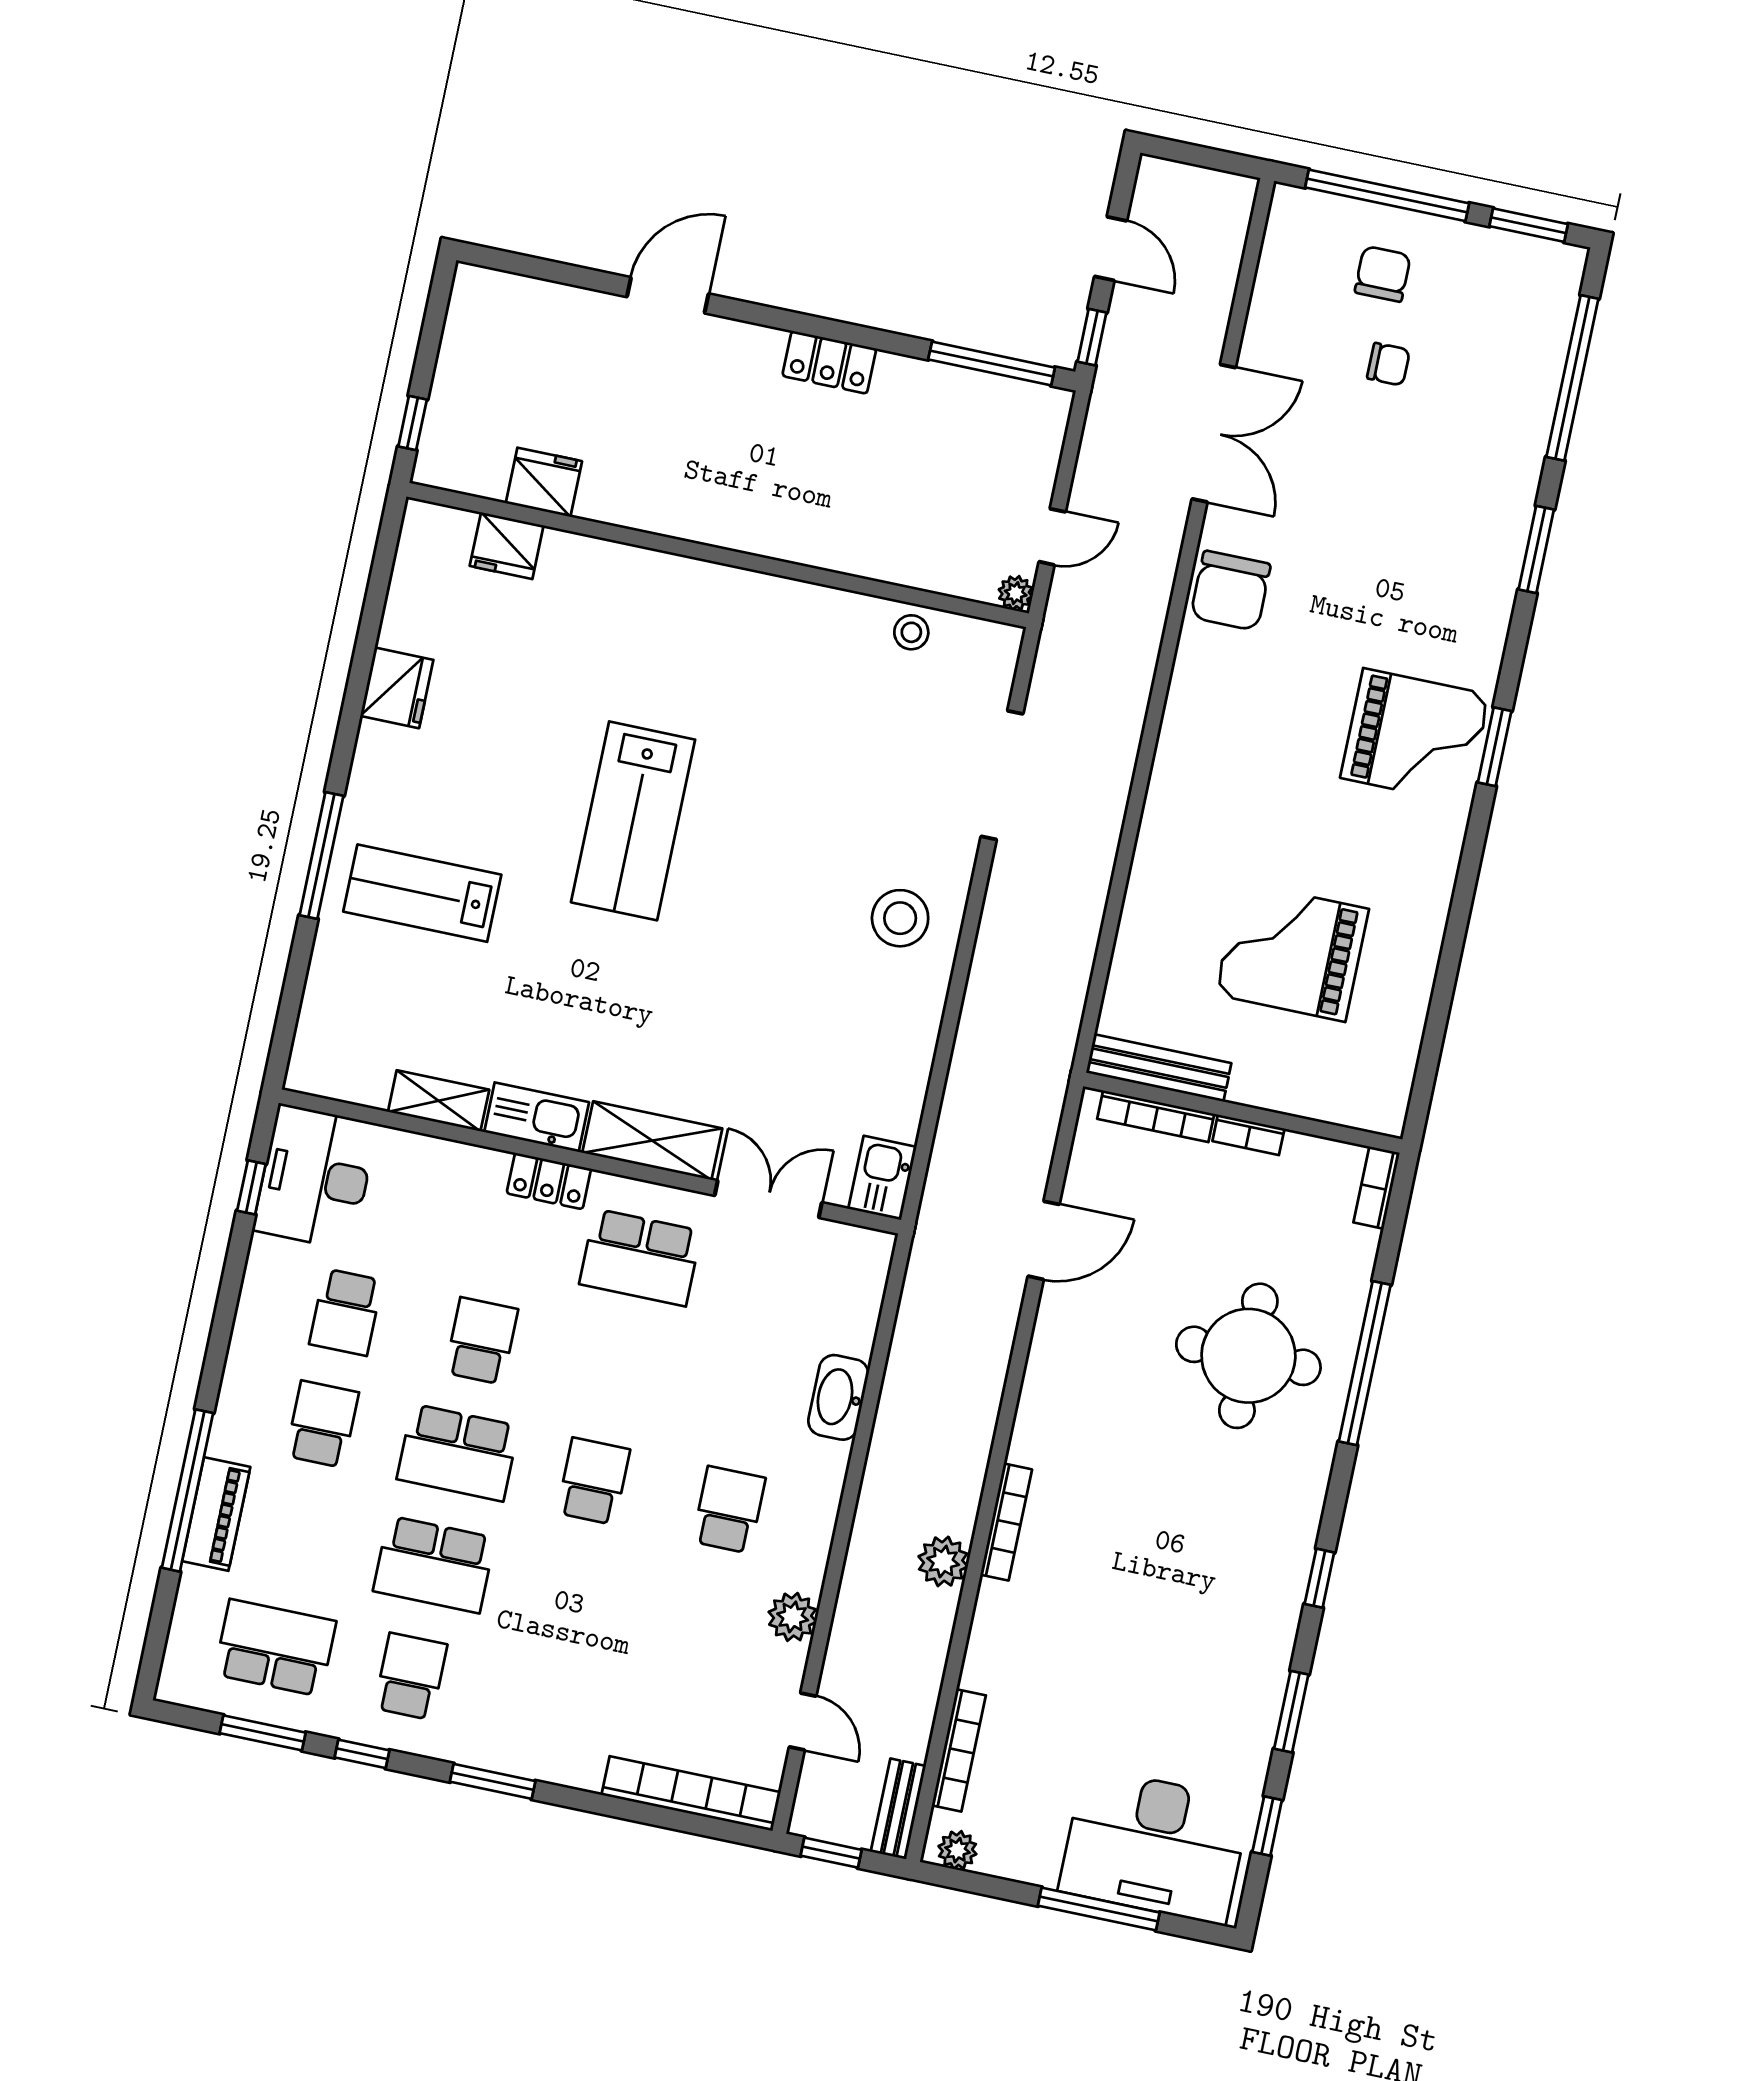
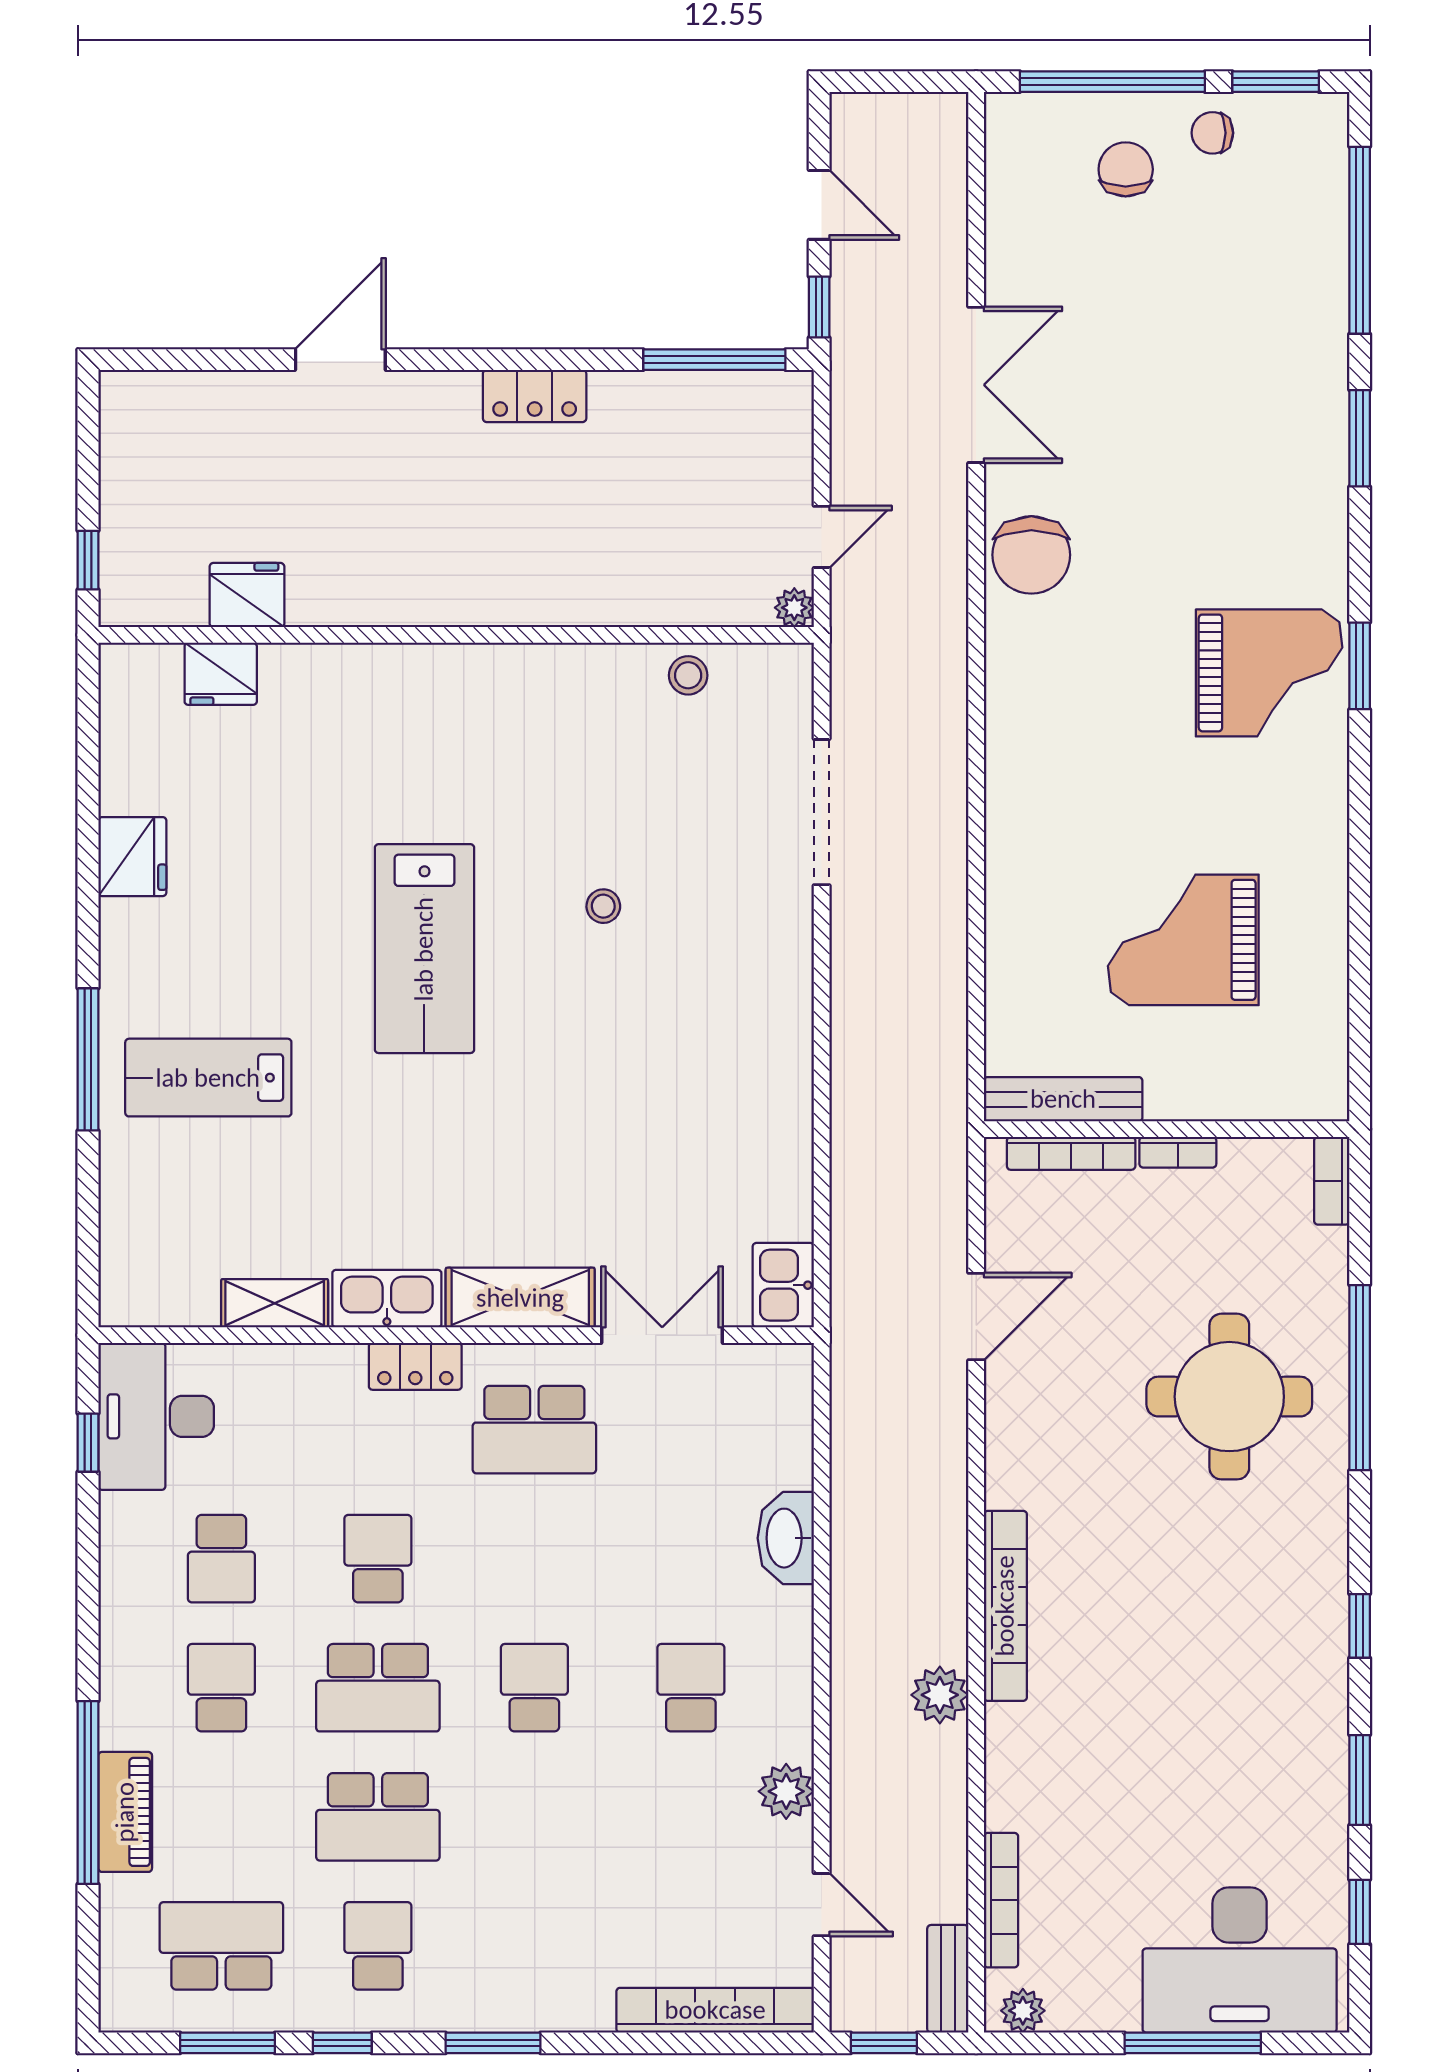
chair: (1388, 364) -> (1212, 133), moved, turned 180
stool: (900, 918) -> (603, 906), moved, width x0.53, depth x0.53
bookcase: (1006, 1522) -> (1005, 1606), width x1.48, depth x1.31

